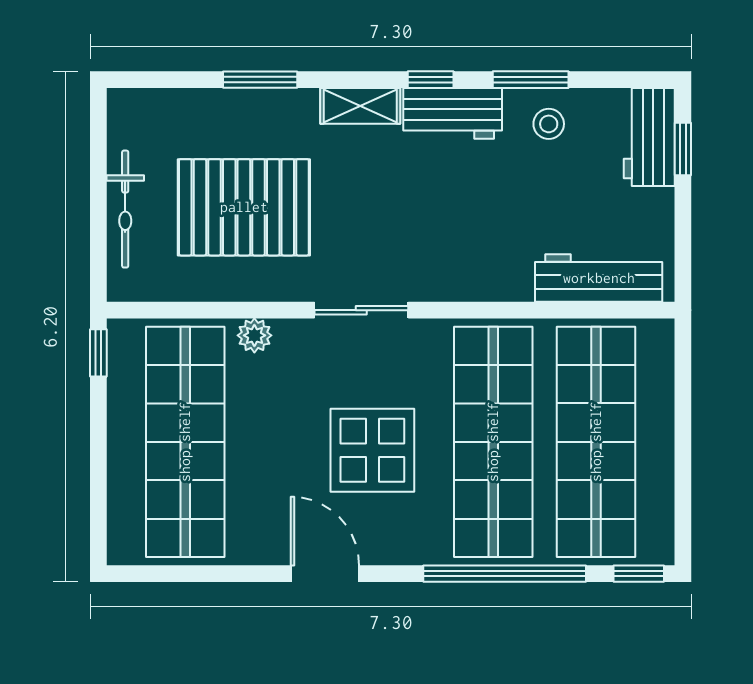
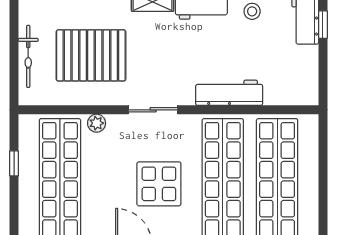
workbench: (599, 278) -> (229, 93), moved
window: (98, 353) -> (14, 163), moved

